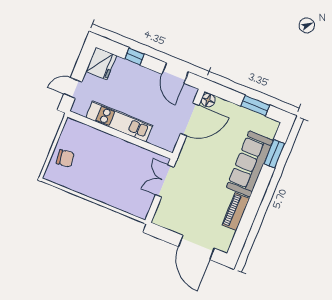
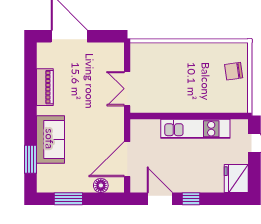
window: (134, 56) -> (191, 199), moved
floor lamp: (208, 100) -> (101, 185), moved
sofa: (250, 164) -> (50, 139), width x0.73
double door: (165, 181) -> (127, 89), swing flipped

